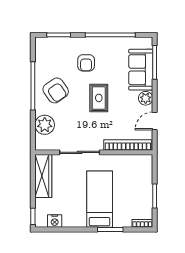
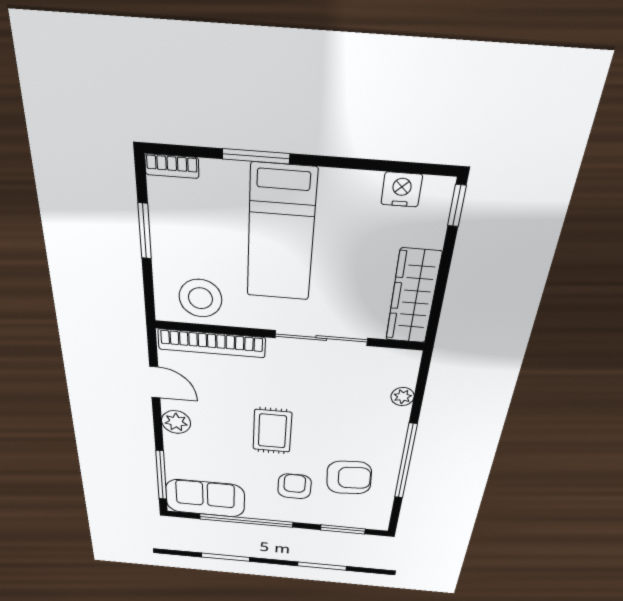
sofa: (141, 70) -> (205, 498), moved, turned -90
armchair: (56, 90) -> (349, 478), moved, turned 121
door: (155, 121) -> (155, 382), hinge flipped
plant: (45, 125) -> (403, 397), width x0.53, depth x0.53
stool: (132, 167) -> (200, 298), added

